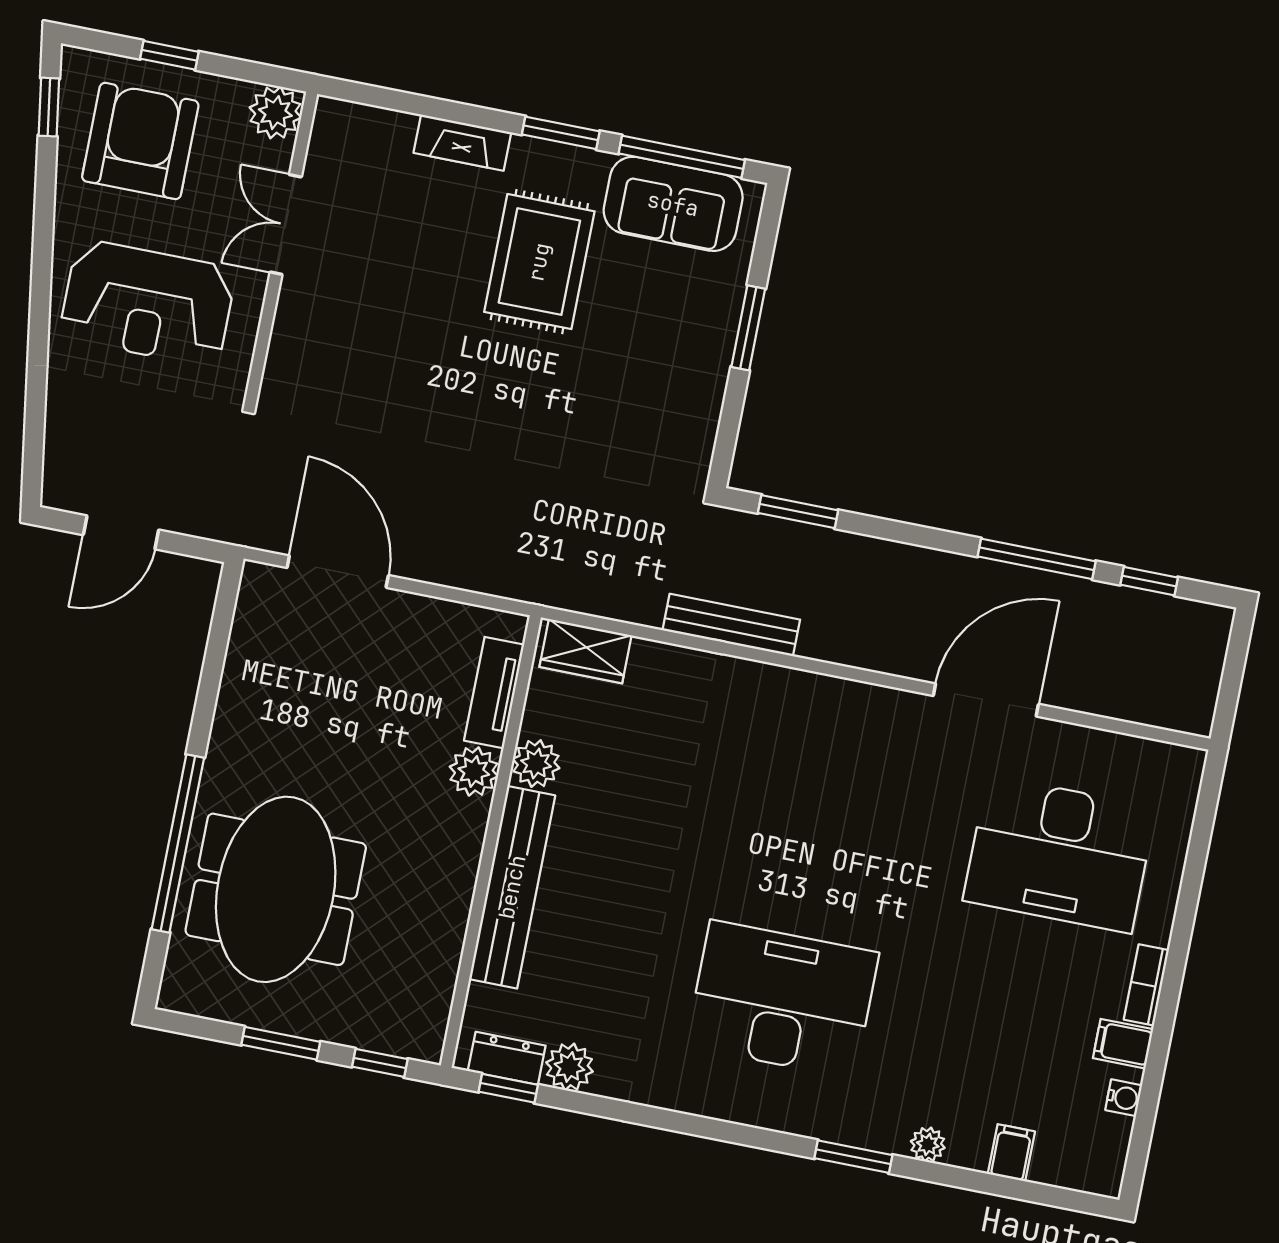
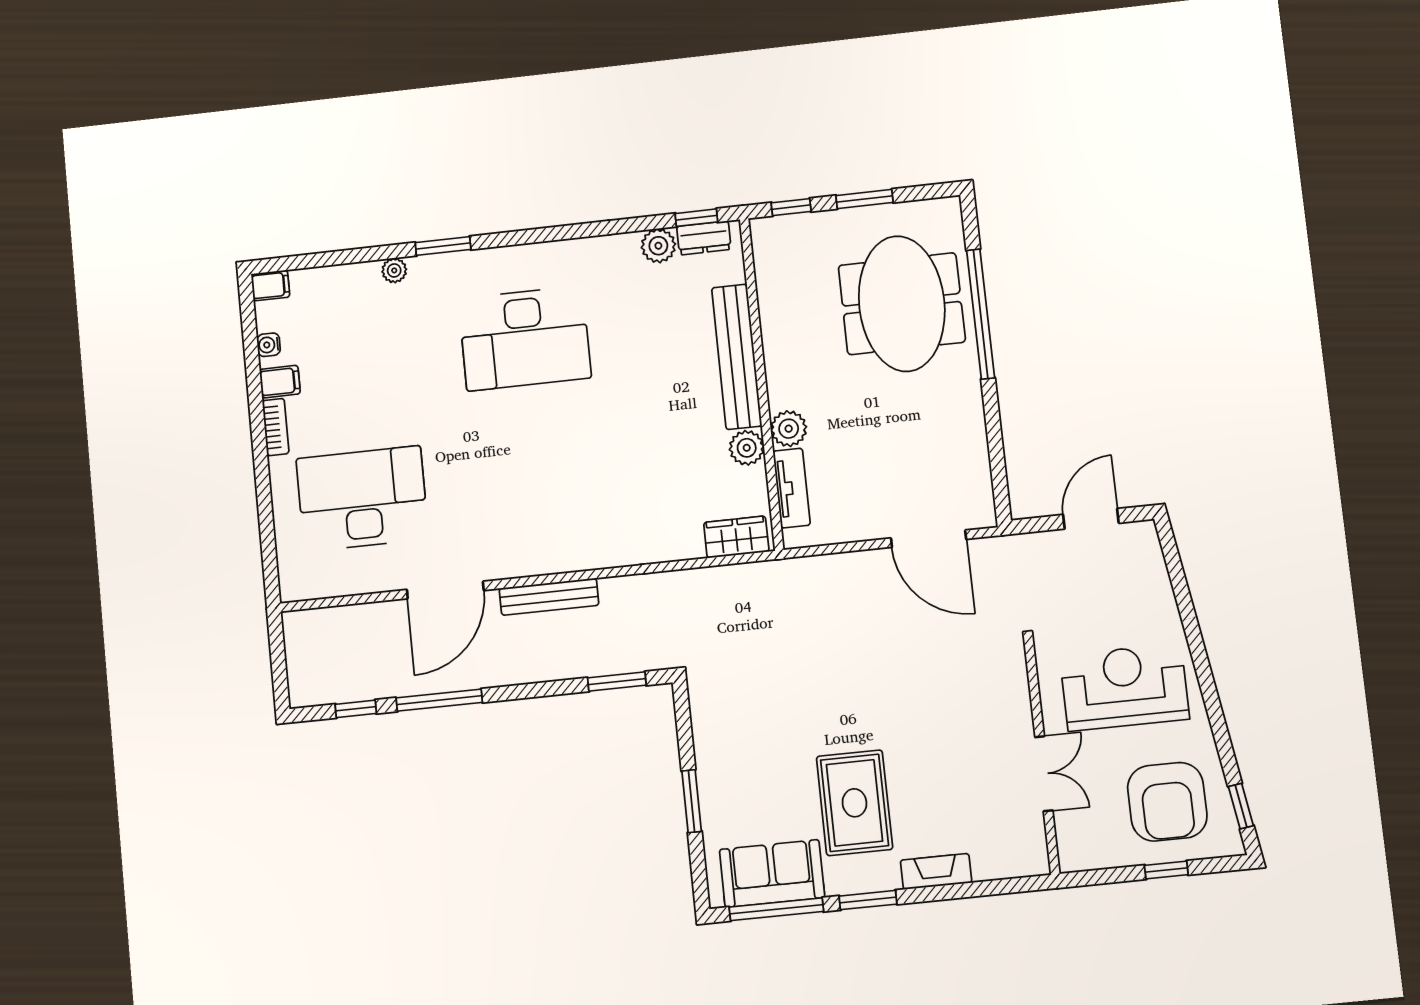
plant: (275, 113) -> (1077, 852), removed
bench: (731, 625) -> (549, 597), moved
filing cabinet: (1011, 1153) -> (270, 285), moved, turned -90

